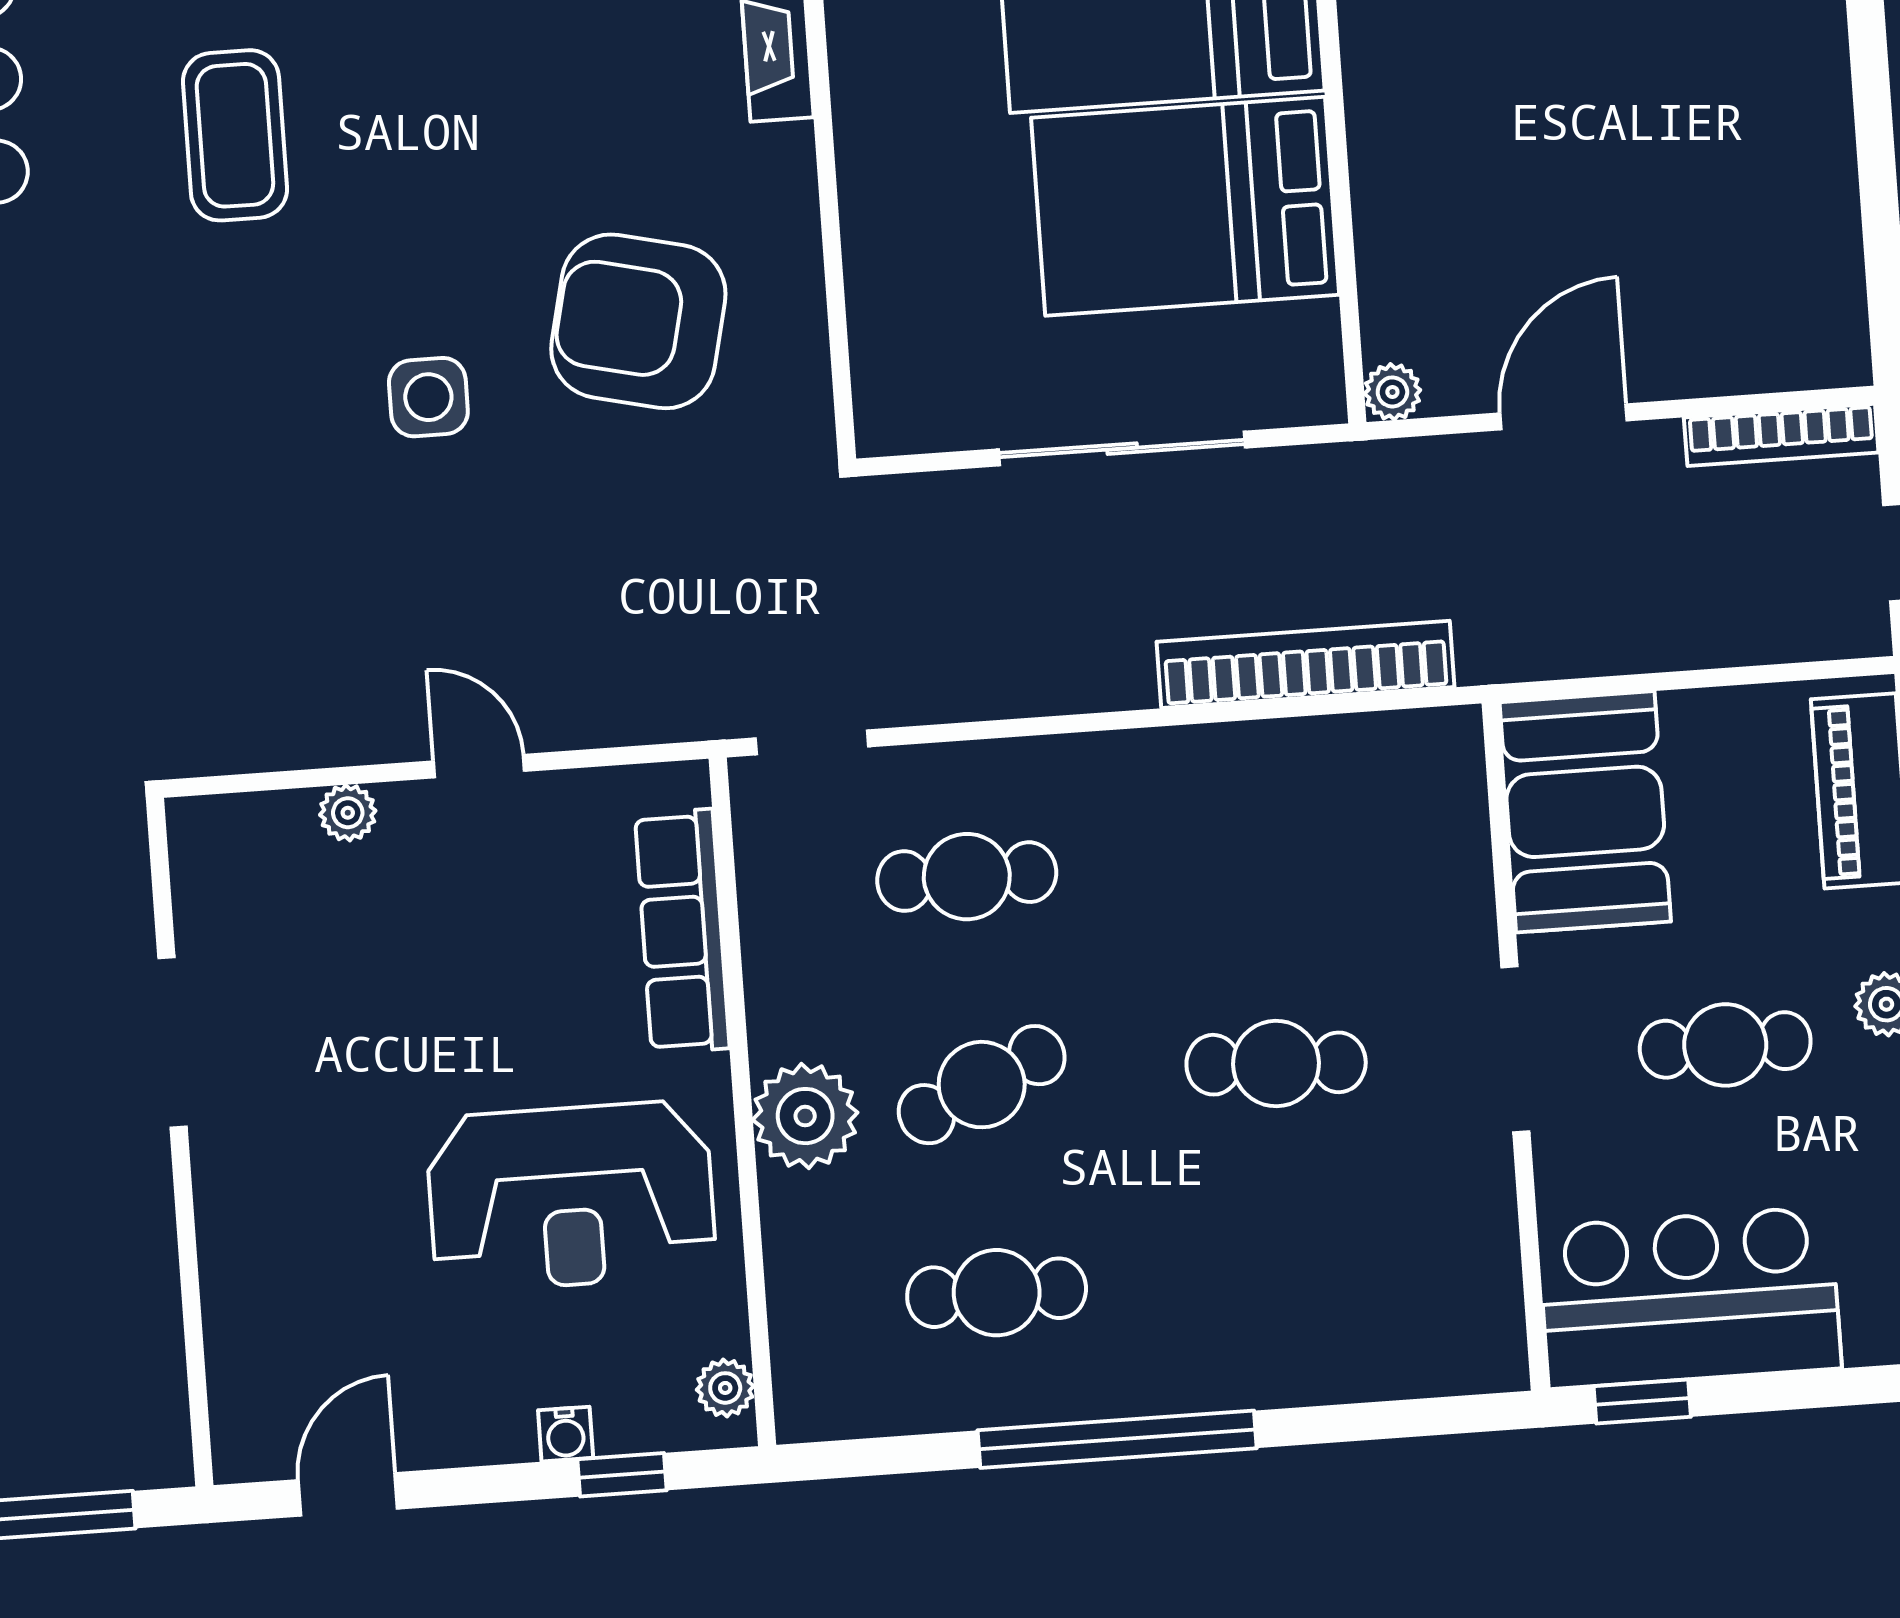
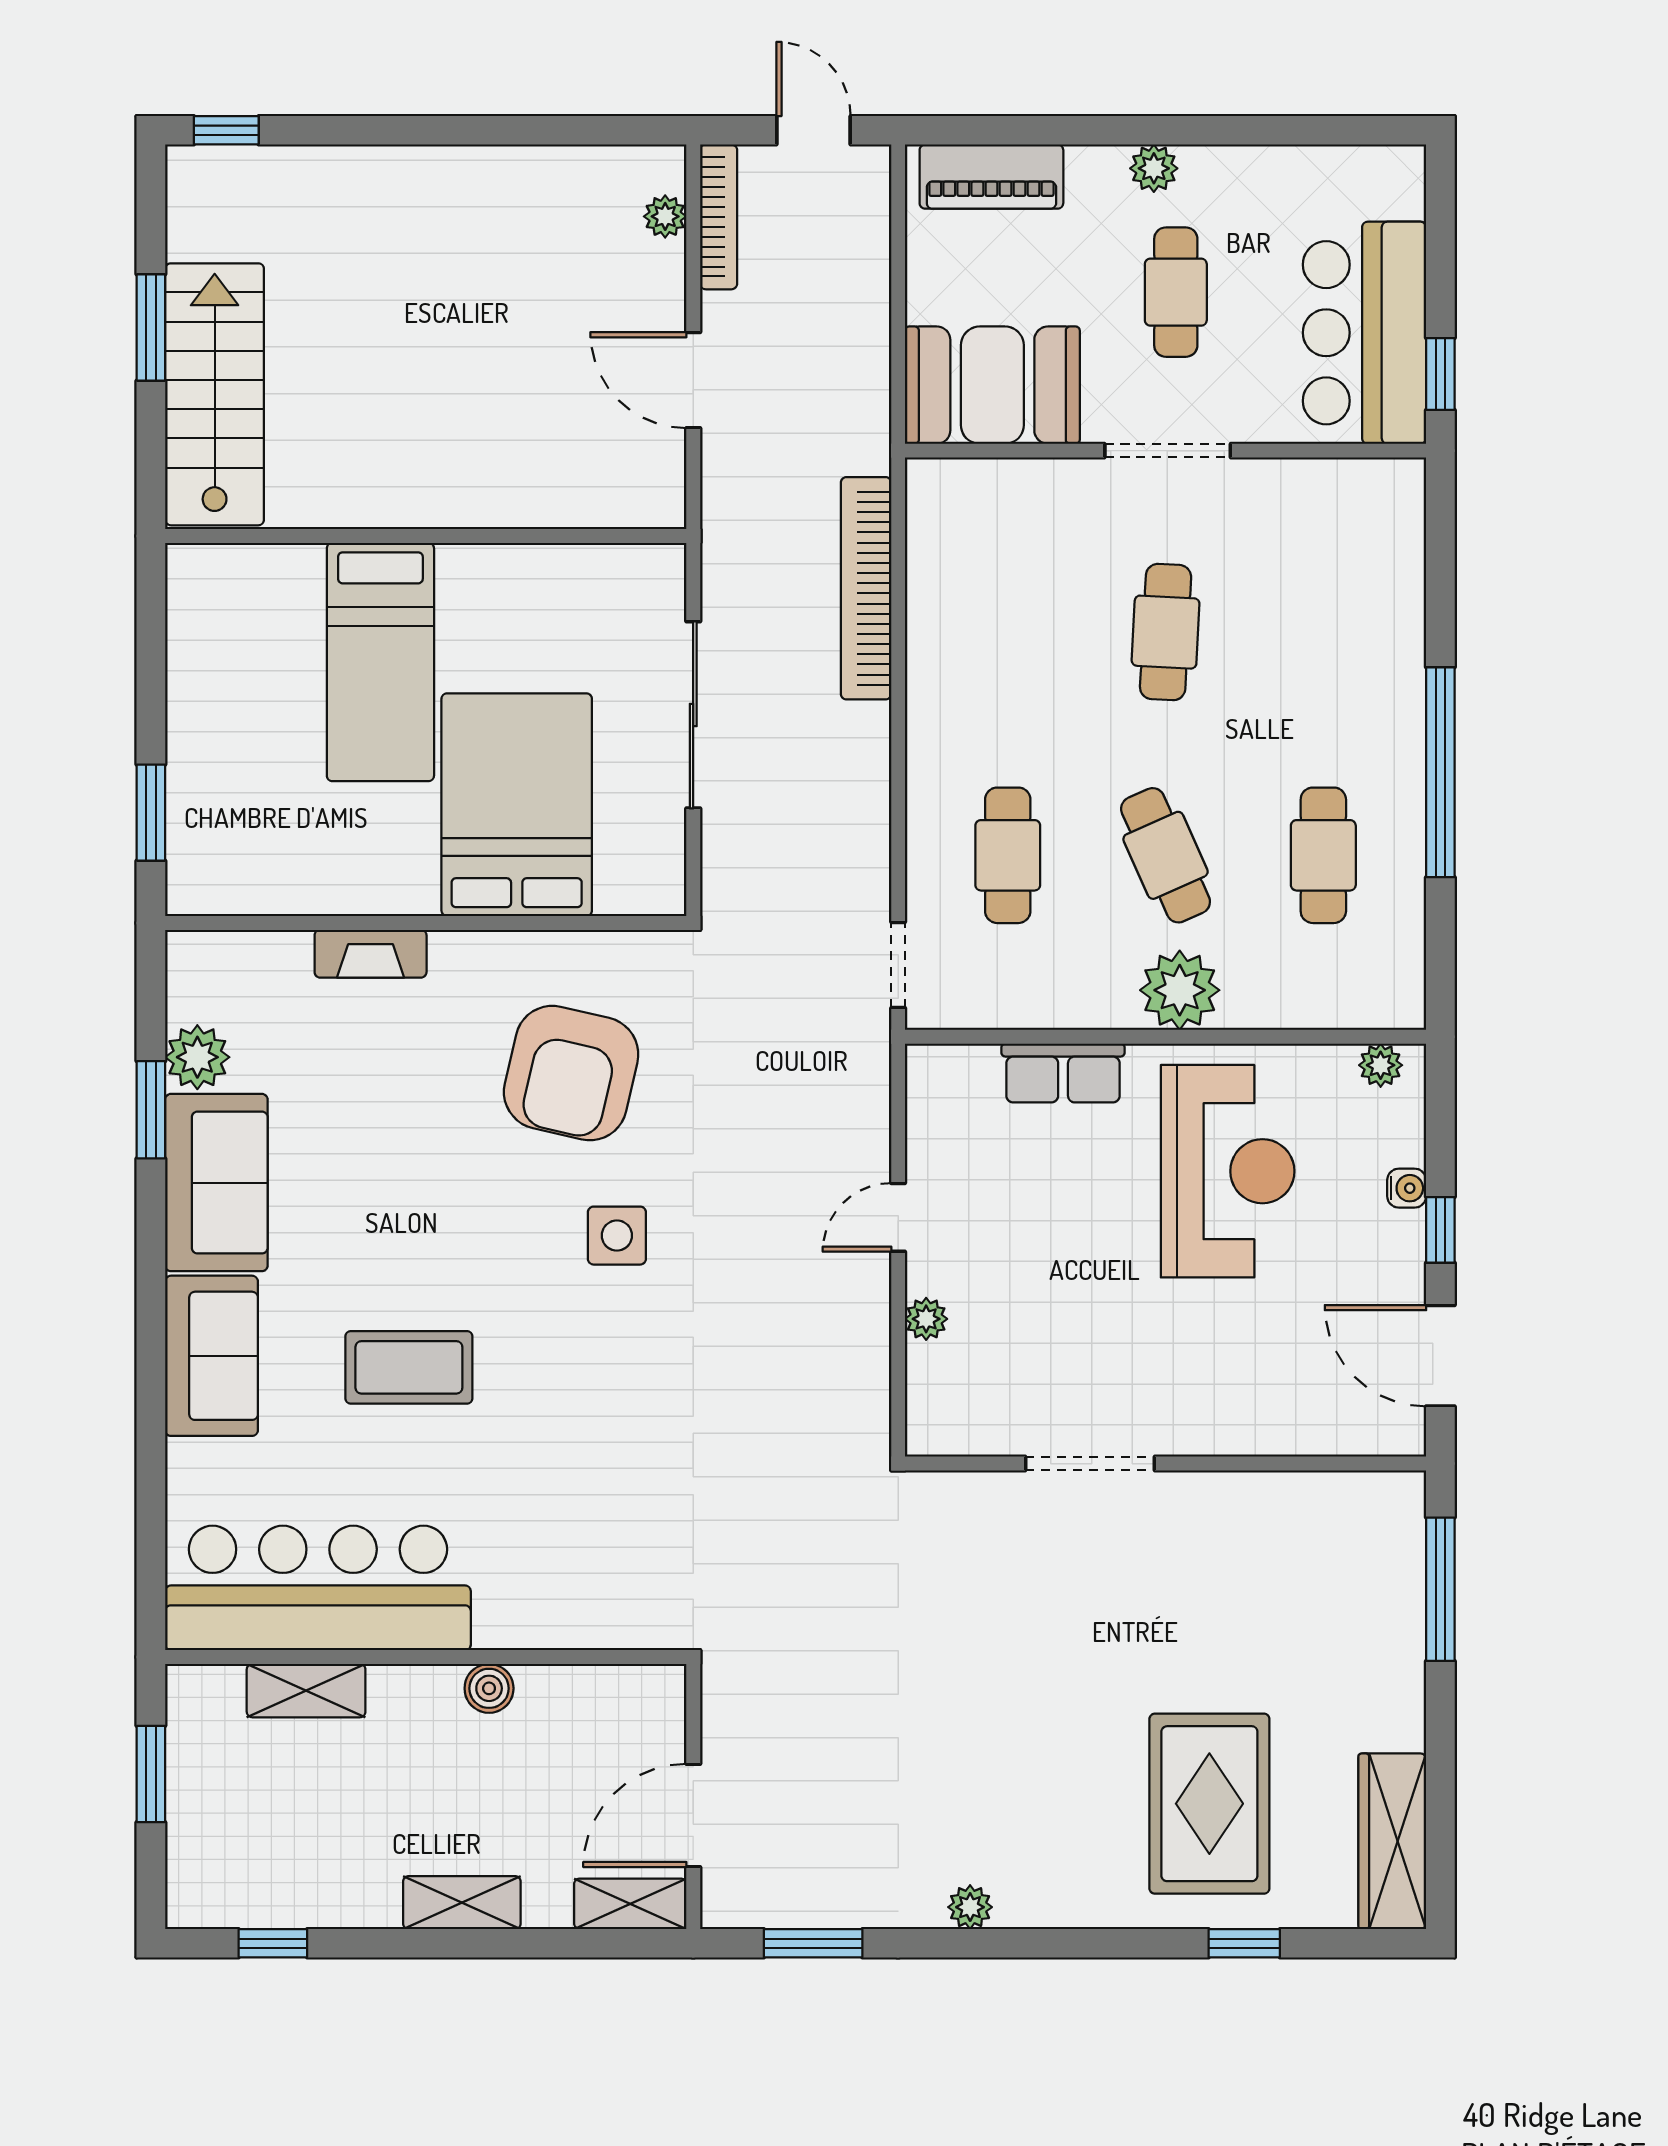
bed: (1185, 206) -> (517, 805), moved, turned 180
plant: (1392, 392) -> (665, 216), moved
row of seats: (682, 931) -> (1063, 1073), width x0.68
window: (622, 1475) -> (1440, 1230), moved
door: (348, 1494) -> (1440, 1356), width x1.38

